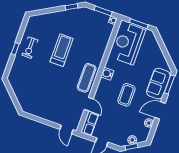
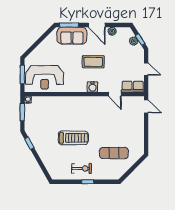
treadmill: (62, 50) -> (73, 138), turned 180
water cooler: (107, 74) -> (92, 87), moved
exercise mat: (87, 78) -> (114, 153), moved
door: (89, 104) -> (115, 94), swing flipped
door: (66, 129) -> (146, 106), hinge flipped

